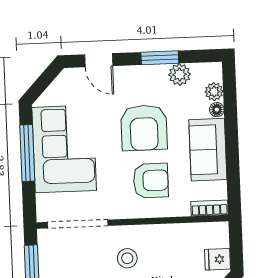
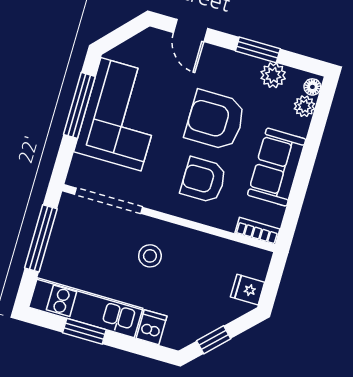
floor lamp: (217, 110) -> (312, 87), moved
armchair: (144, 128) -> (215, 120), turned 90
armchair: (151, 181) -> (204, 180), turned 180

